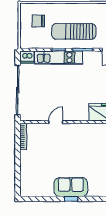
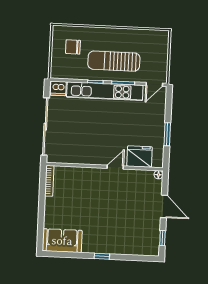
kitchen unit: (58, 58) -> (105, 91), width x1.36
door: (56, 122) -> (115, 167), moved
sofa: (71, 187) -> (62, 241), moved

